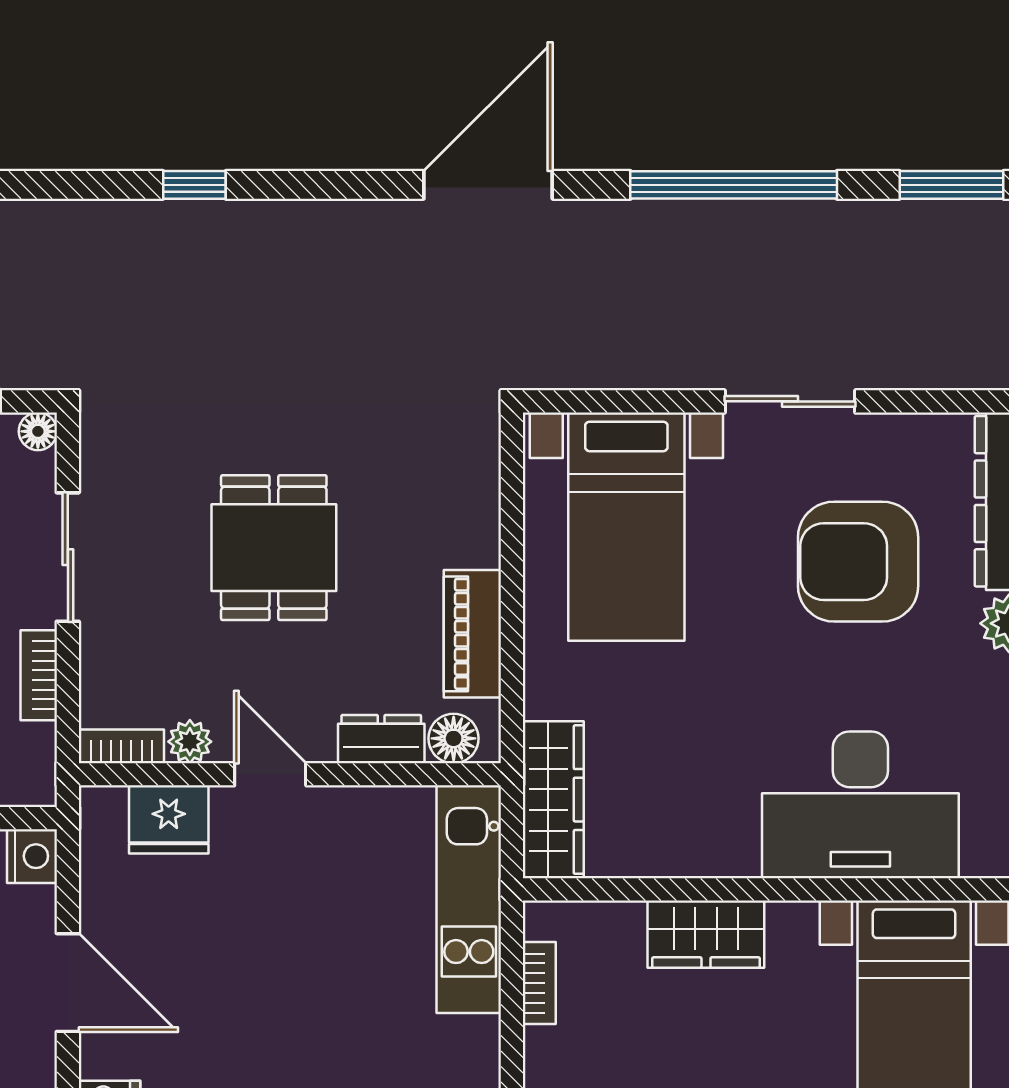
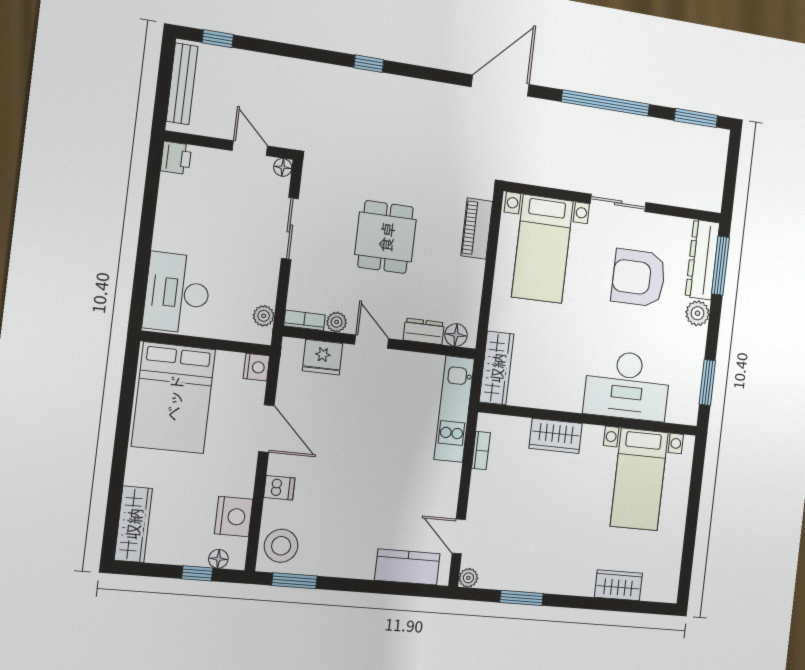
piano: (472, 634) -> (477, 229), moved
bookcase: (39, 675) -> (270, 282), removed
plant: (34, 747) -> (264, 316), added

